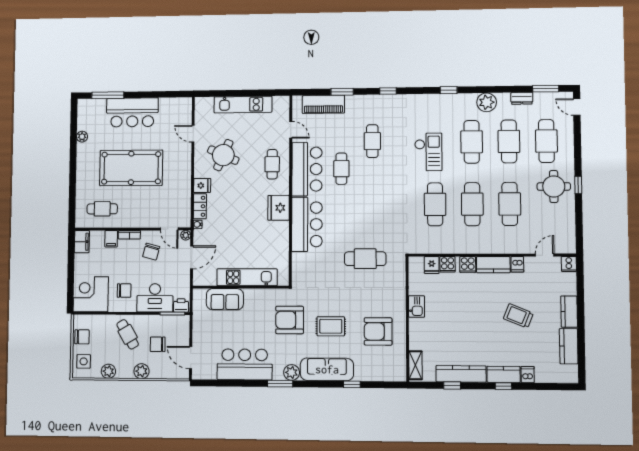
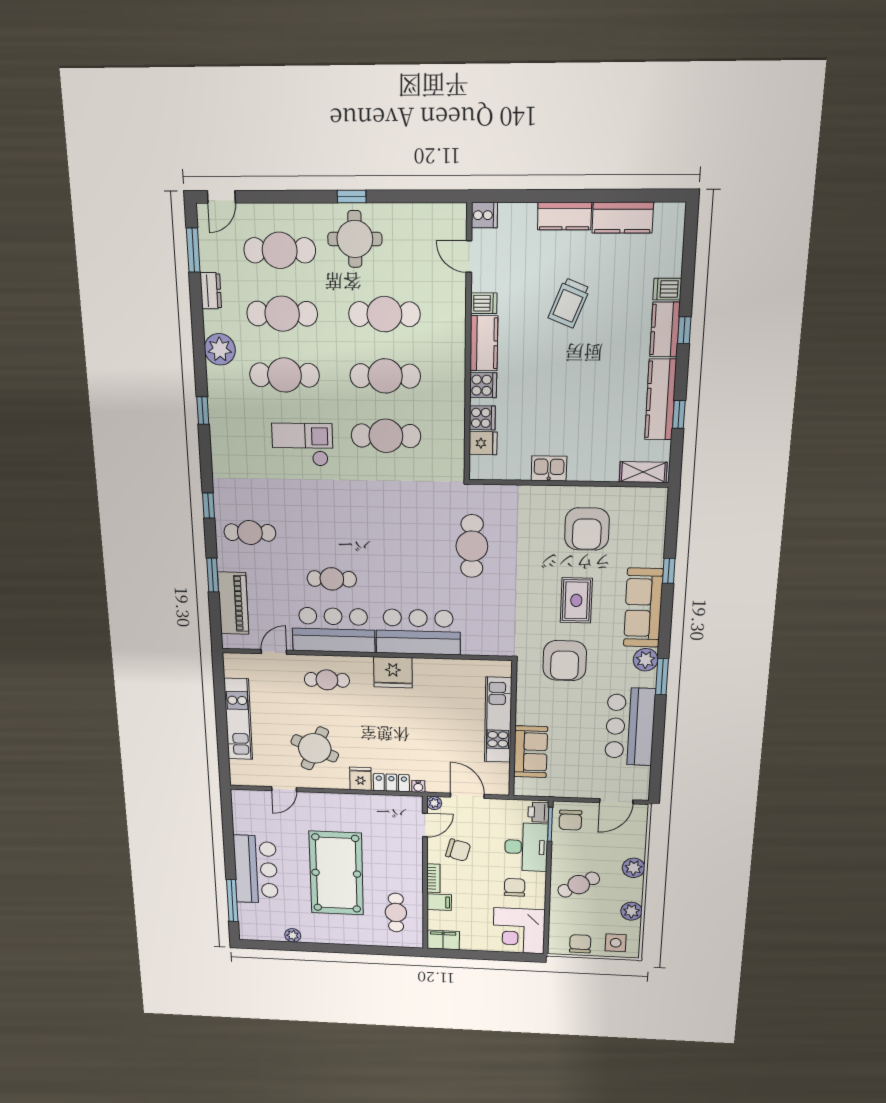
cafe table: (372, 141) -> (250, 533), moved
chair: (158, 344) -> (570, 820), moved

